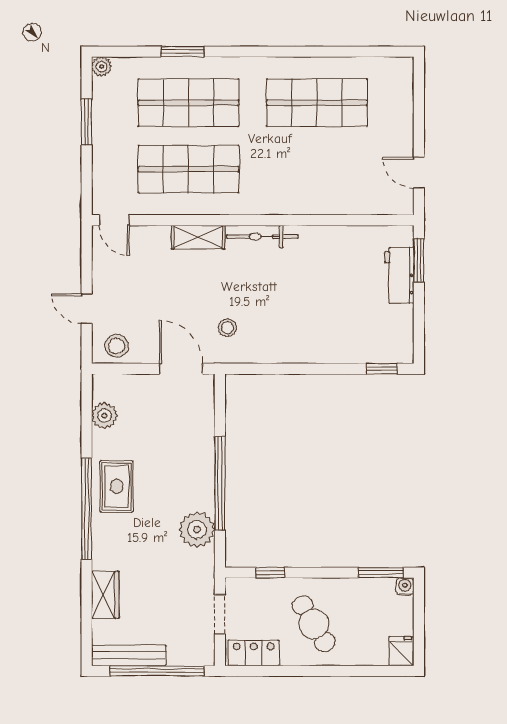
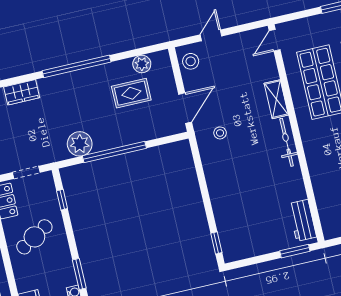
workbench: (399, 275) -> (302, 220), moved, turned -90
rug: (117, 487) -> (131, 93), moved

